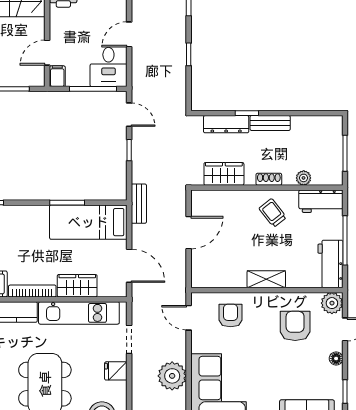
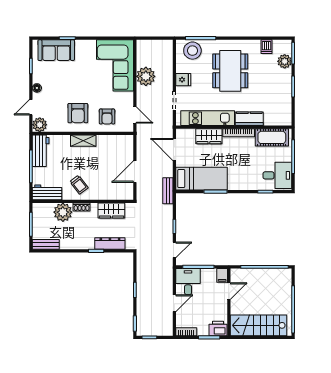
door: (129, 115) -> (174, 250), swing flipped
bench: (270, 123) -> (46, 244), moved
plant: (304, 178) -> (63, 212), width x1.87, depth x1.87
armchair: (295, 326) -> (78, 113), moved

